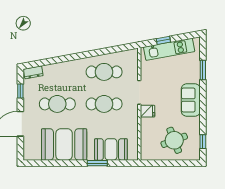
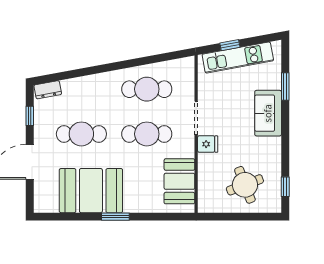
sofa: (191, 100) -> (268, 113), moved
booth: (111, 149) -> (179, 181), moved, turned 90
window: (97, 163) -> (115, 217), moved

